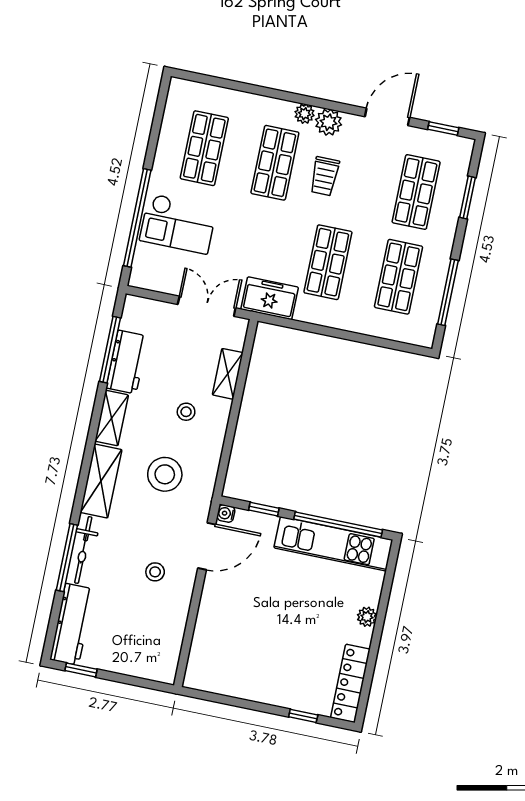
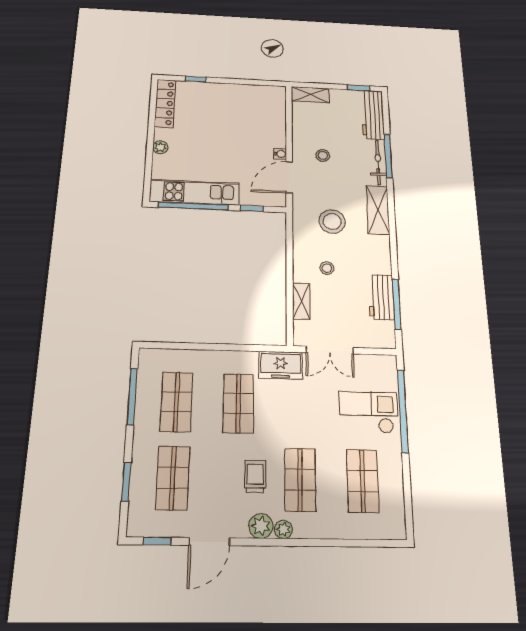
shelving: (112, 418) -> (310, 95), moved, turned 90
water cooler: (226, 513) -> (280, 154), moved

